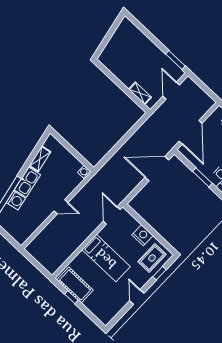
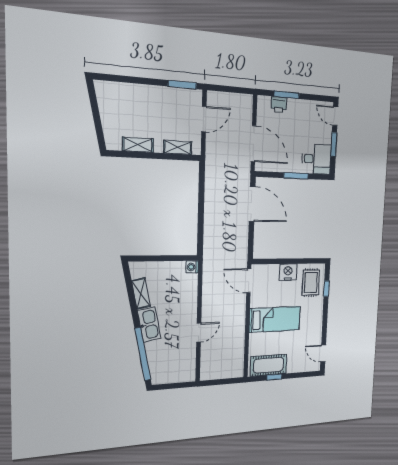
shelving: (118, 72) -> (138, 145), added
door: (171, 91) -> (204, 119), swing flipped
door: (157, 169) -> (252, 204), swing flipped
washing machine: (16, 200) -> (154, 350), removed
door: (61, 207) -> (199, 333), moved
door: (137, 297) -> (323, 353), moved

